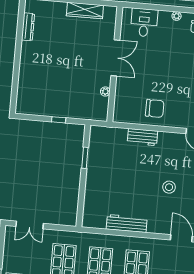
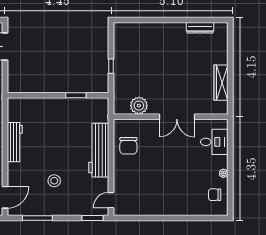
plant: (105, 91) -> (139, 106), width x1.87, depth x1.87
chair: (155, 108) -> (128, 146), moved
workbench: (142, 137) -> (99, 150), width x1.88, depth x1.32

